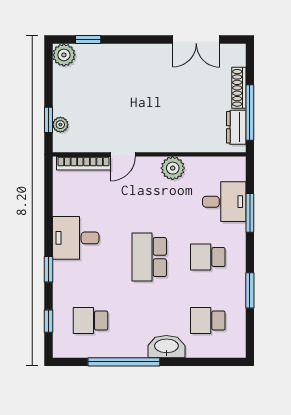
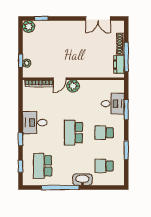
plant: (173, 168) -> (73, 86), moved
school desk: (91, 320) -> (43, 166), width x1.85

